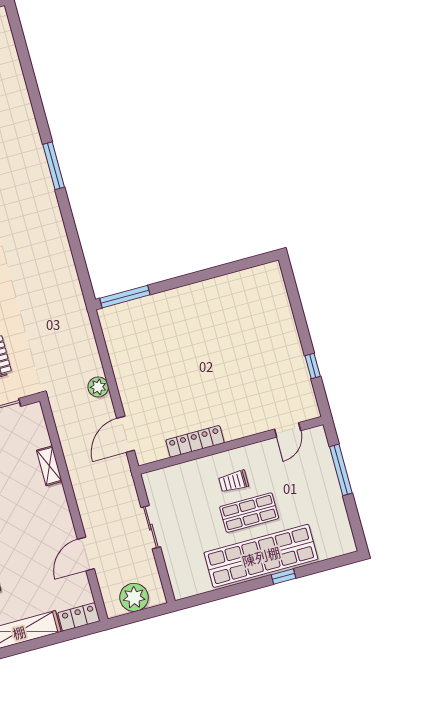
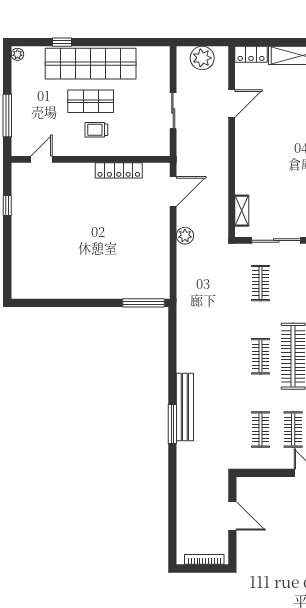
bench: (45, 189) -> (185, 407), added
shelving: (49, 466) -> (242, 211), moved
trolley: (234, 481) -> (96, 130), turned 180
plant: (348, 544) -> (17, 54), added
window: (283, 576) -> (62, 42), moved

